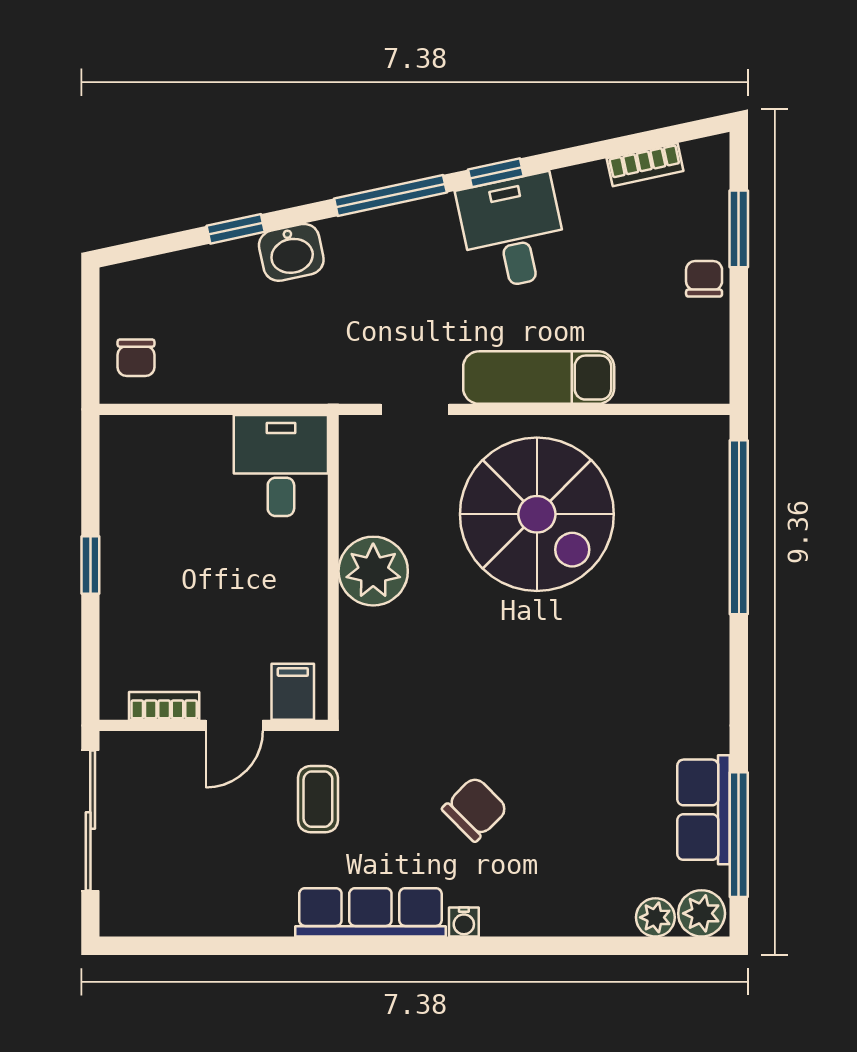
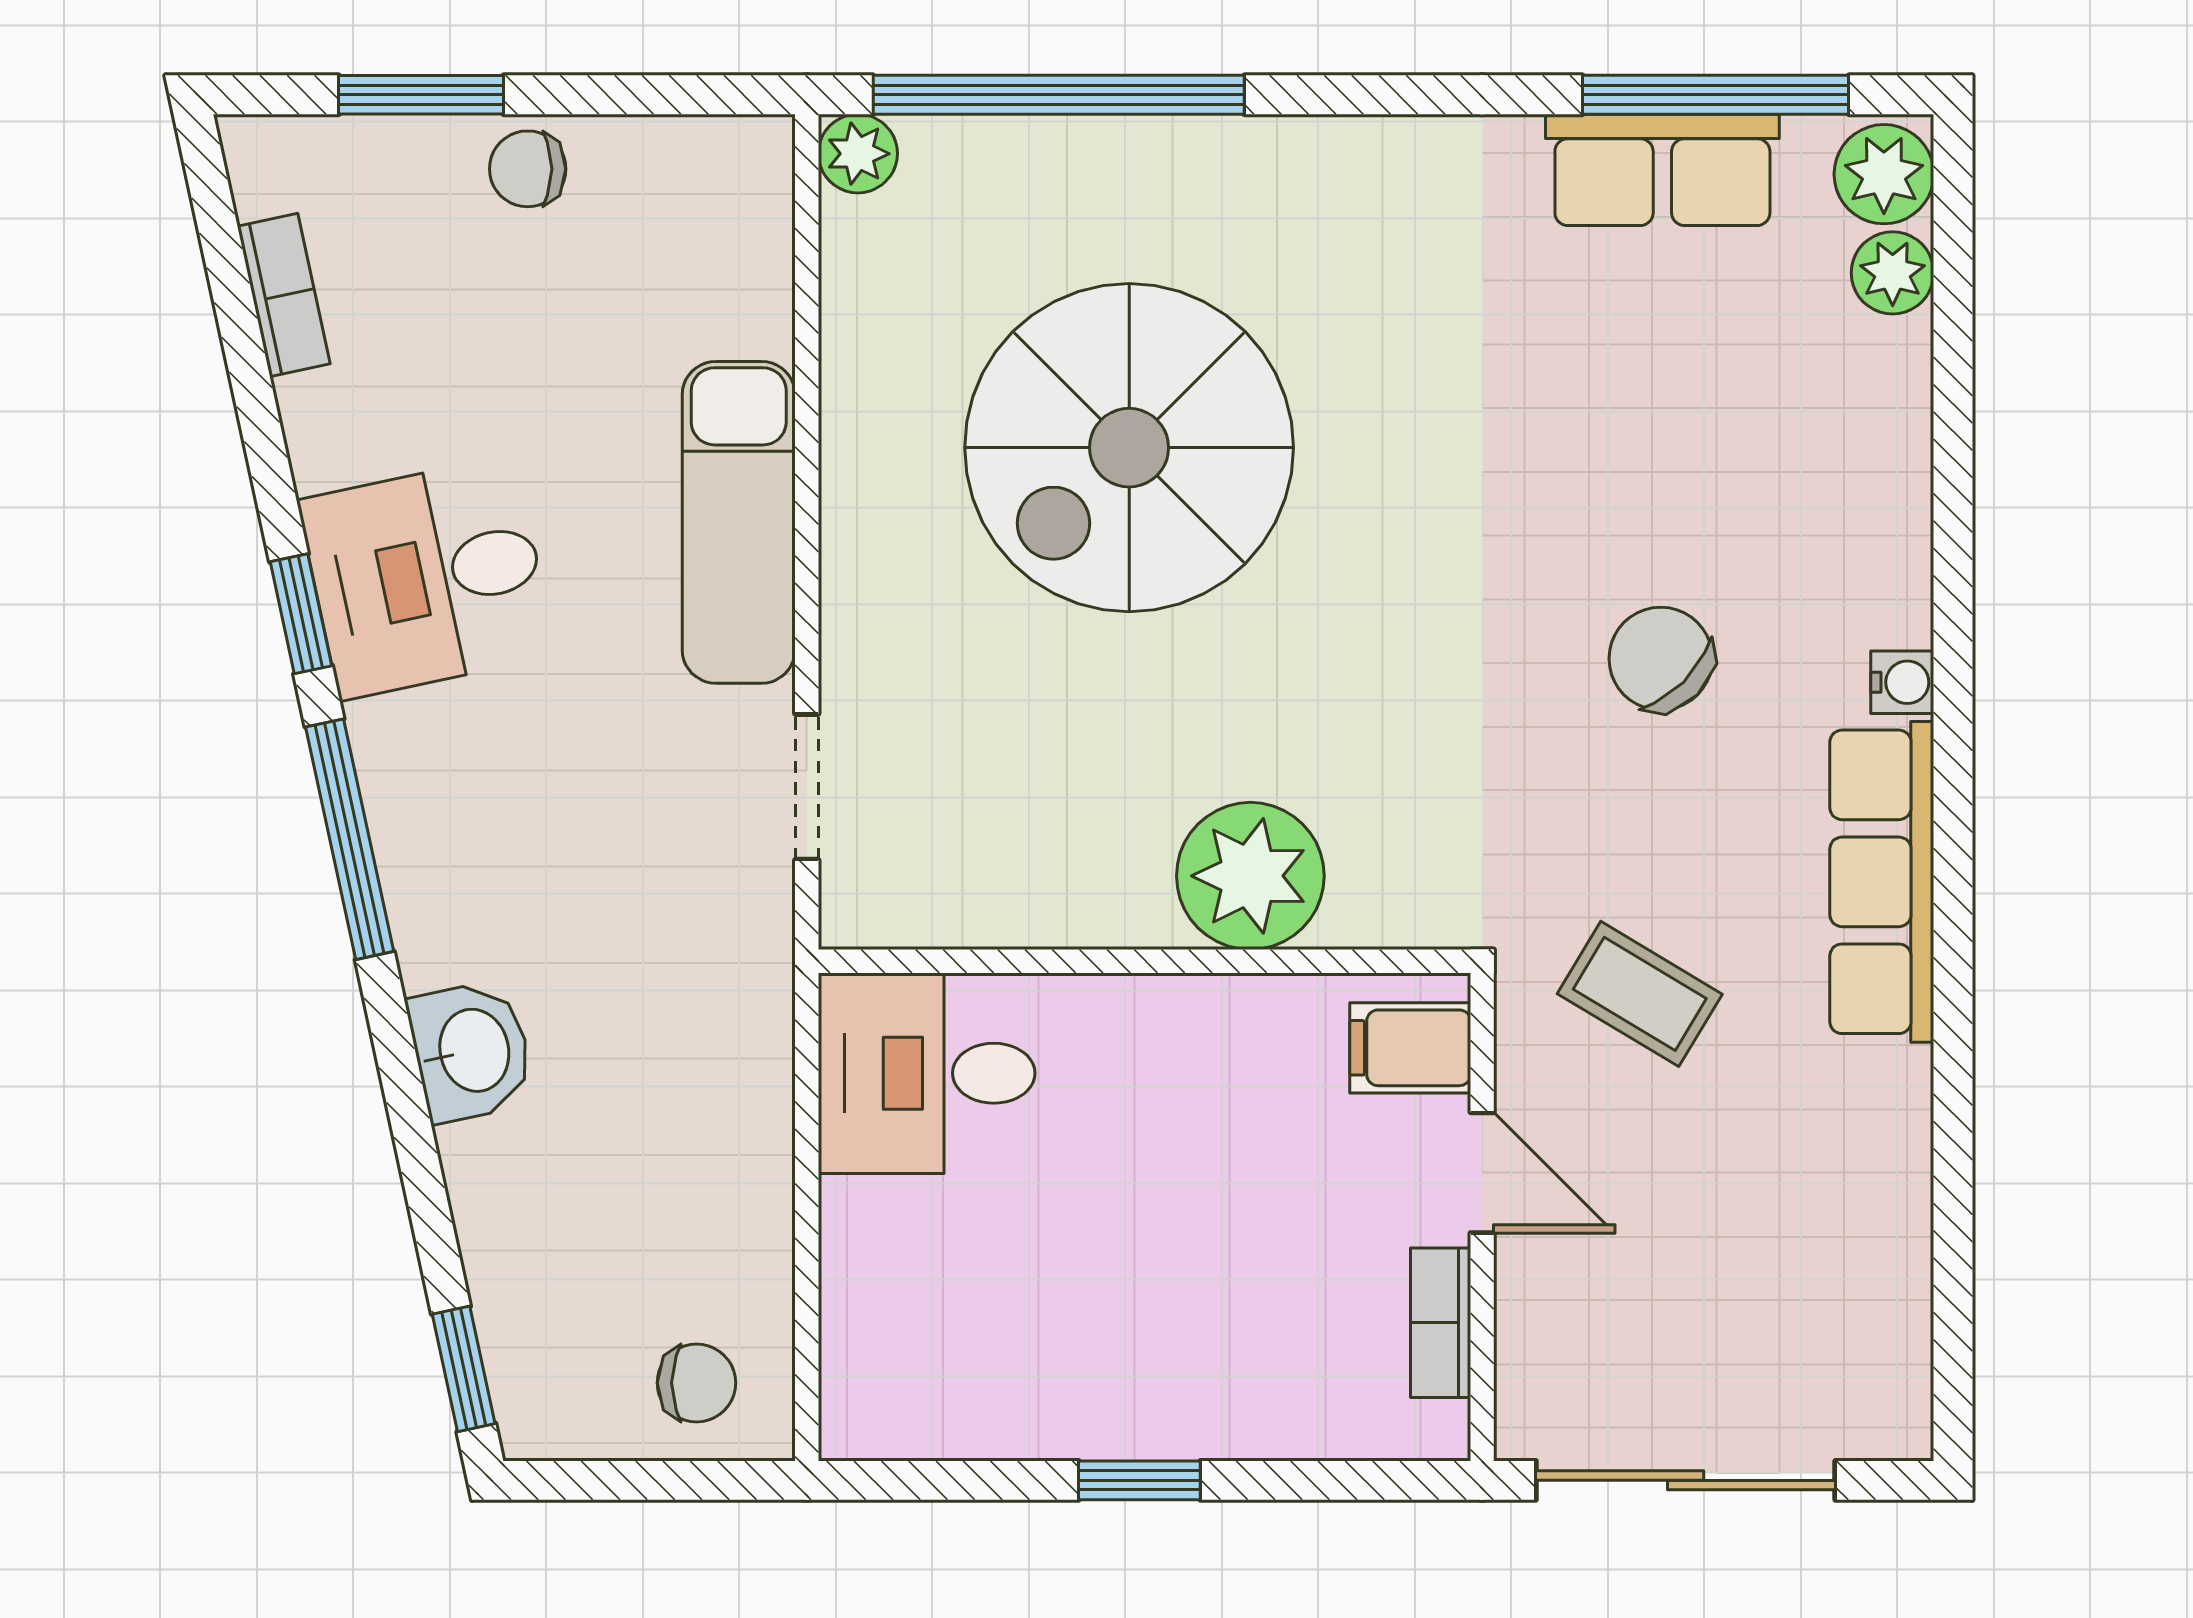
window: (236, 229) -> (464, 1369), moved
plant: (711, 433) -> (858, 154), added
spiral stairs: (537, 514) -> (1129, 448), moved, turned 180
plant: (373, 571) -> (1250, 876), moved
coffee table: (318, 799) -> (1640, 994), turned 31

